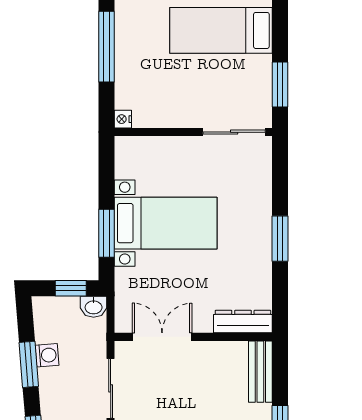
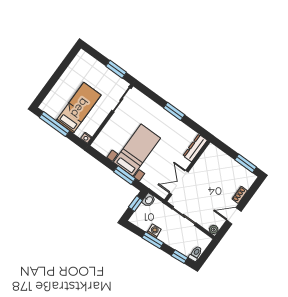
bed: (221, 30) -> (79, 108), moved, turned 180
bench: (260, 372) -> (219, 155), removed

